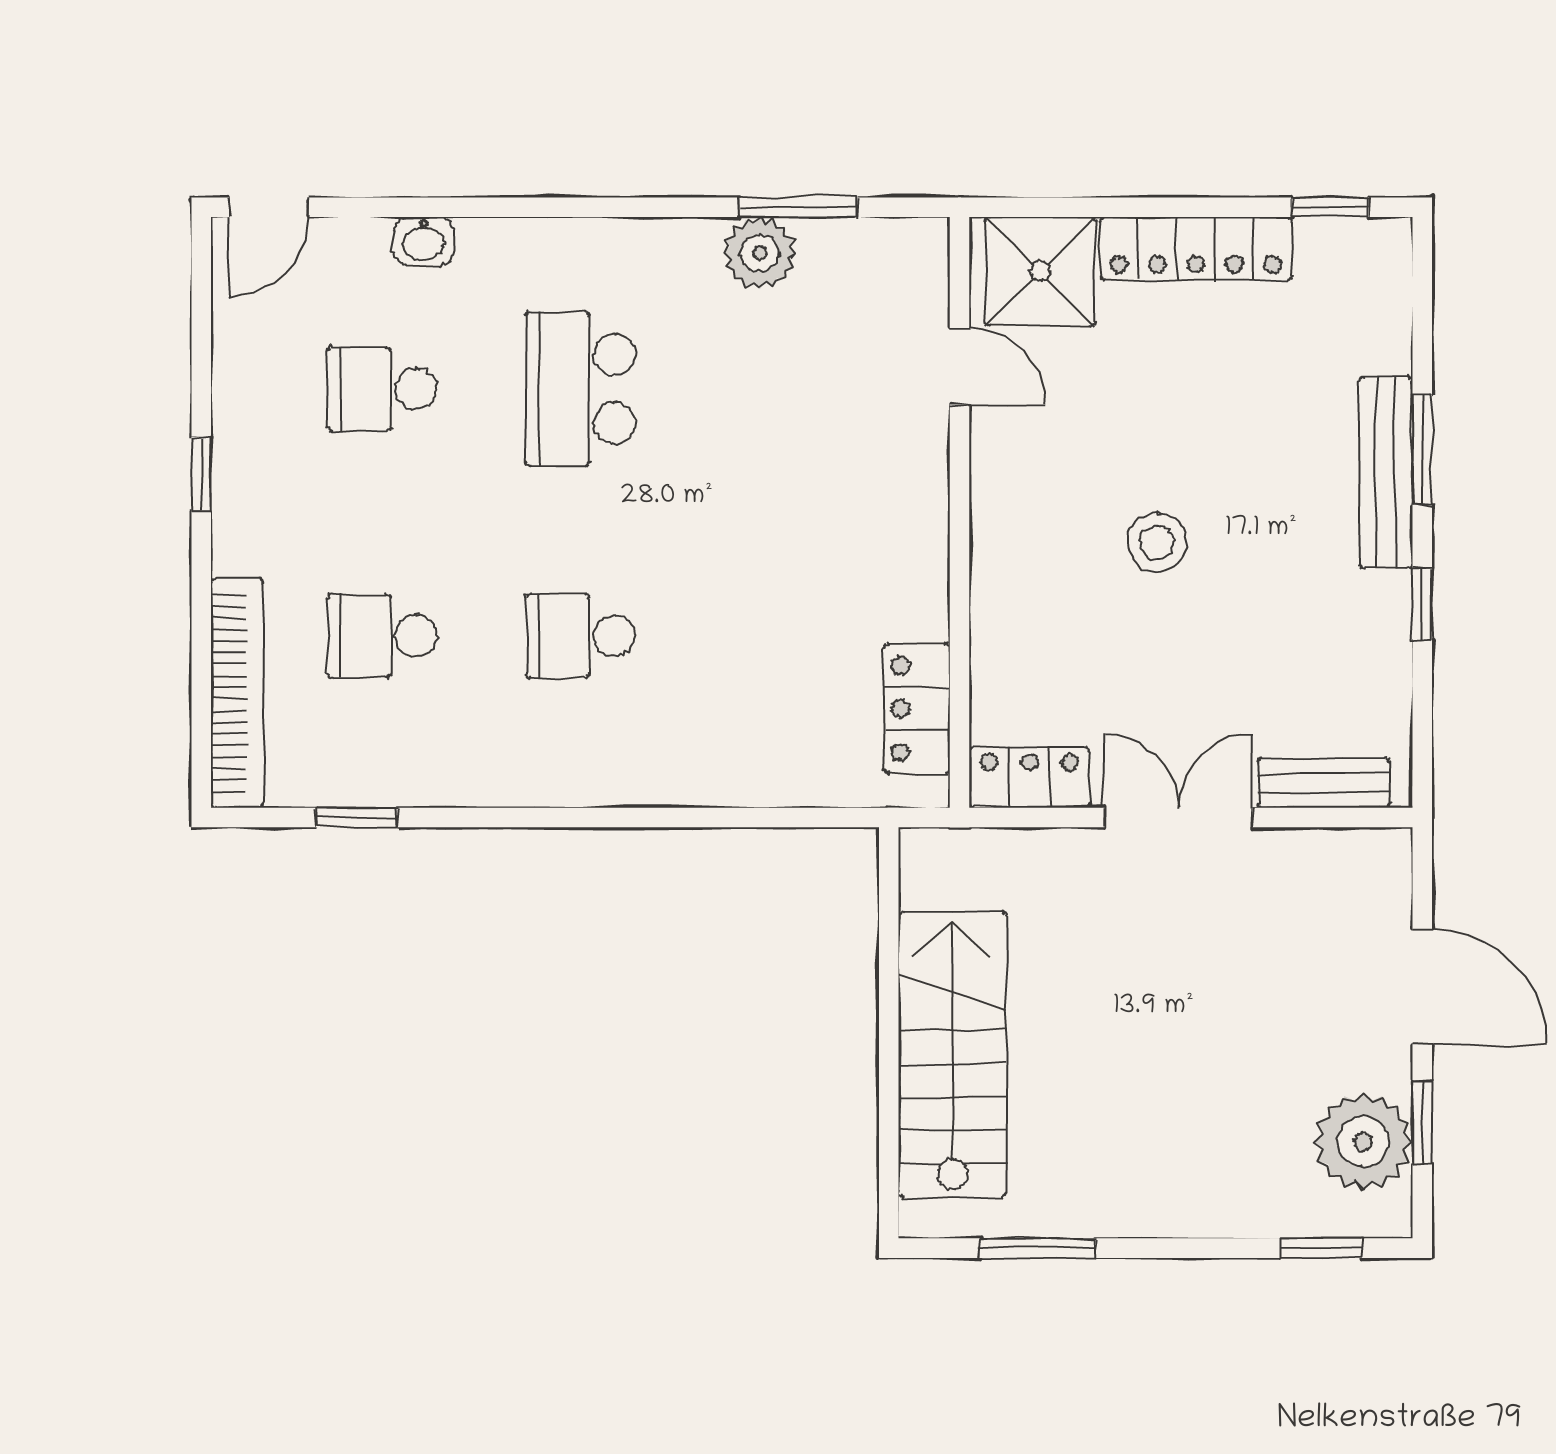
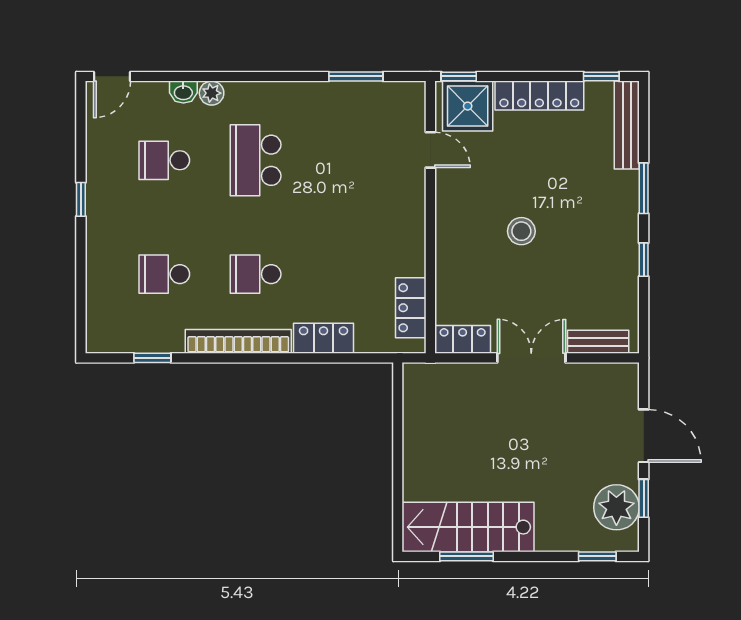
window: (1021, 207) -> (459, 76), added
plant: (760, 253) -> (212, 93), moved, width x0.73, depth x0.73
bench: (1386, 473) -> (627, 125), moved
bookcase: (237, 693) -> (238, 341), moved, turned -90
locker: (728, 775) -> (323, 338), added
stairs: (952, 1054) -> (468, 527), moved, turned -90

